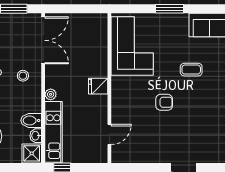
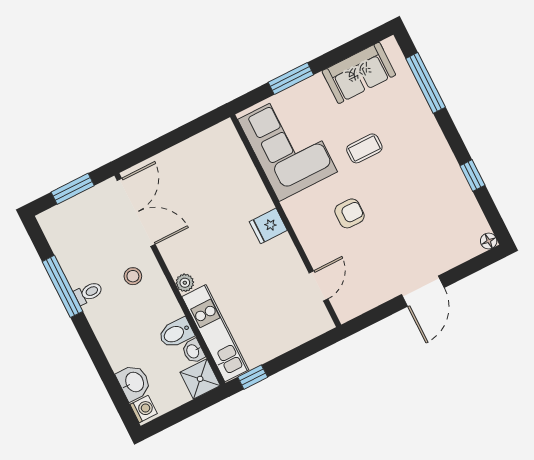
corner sofa: (132, 46) -> (288, 146), moved
fridge: (98, 86) -> (268, 226), moved
wall: (109, 88) -> (286, 221), moved
door: (109, 135) -> (318, 286), moved

